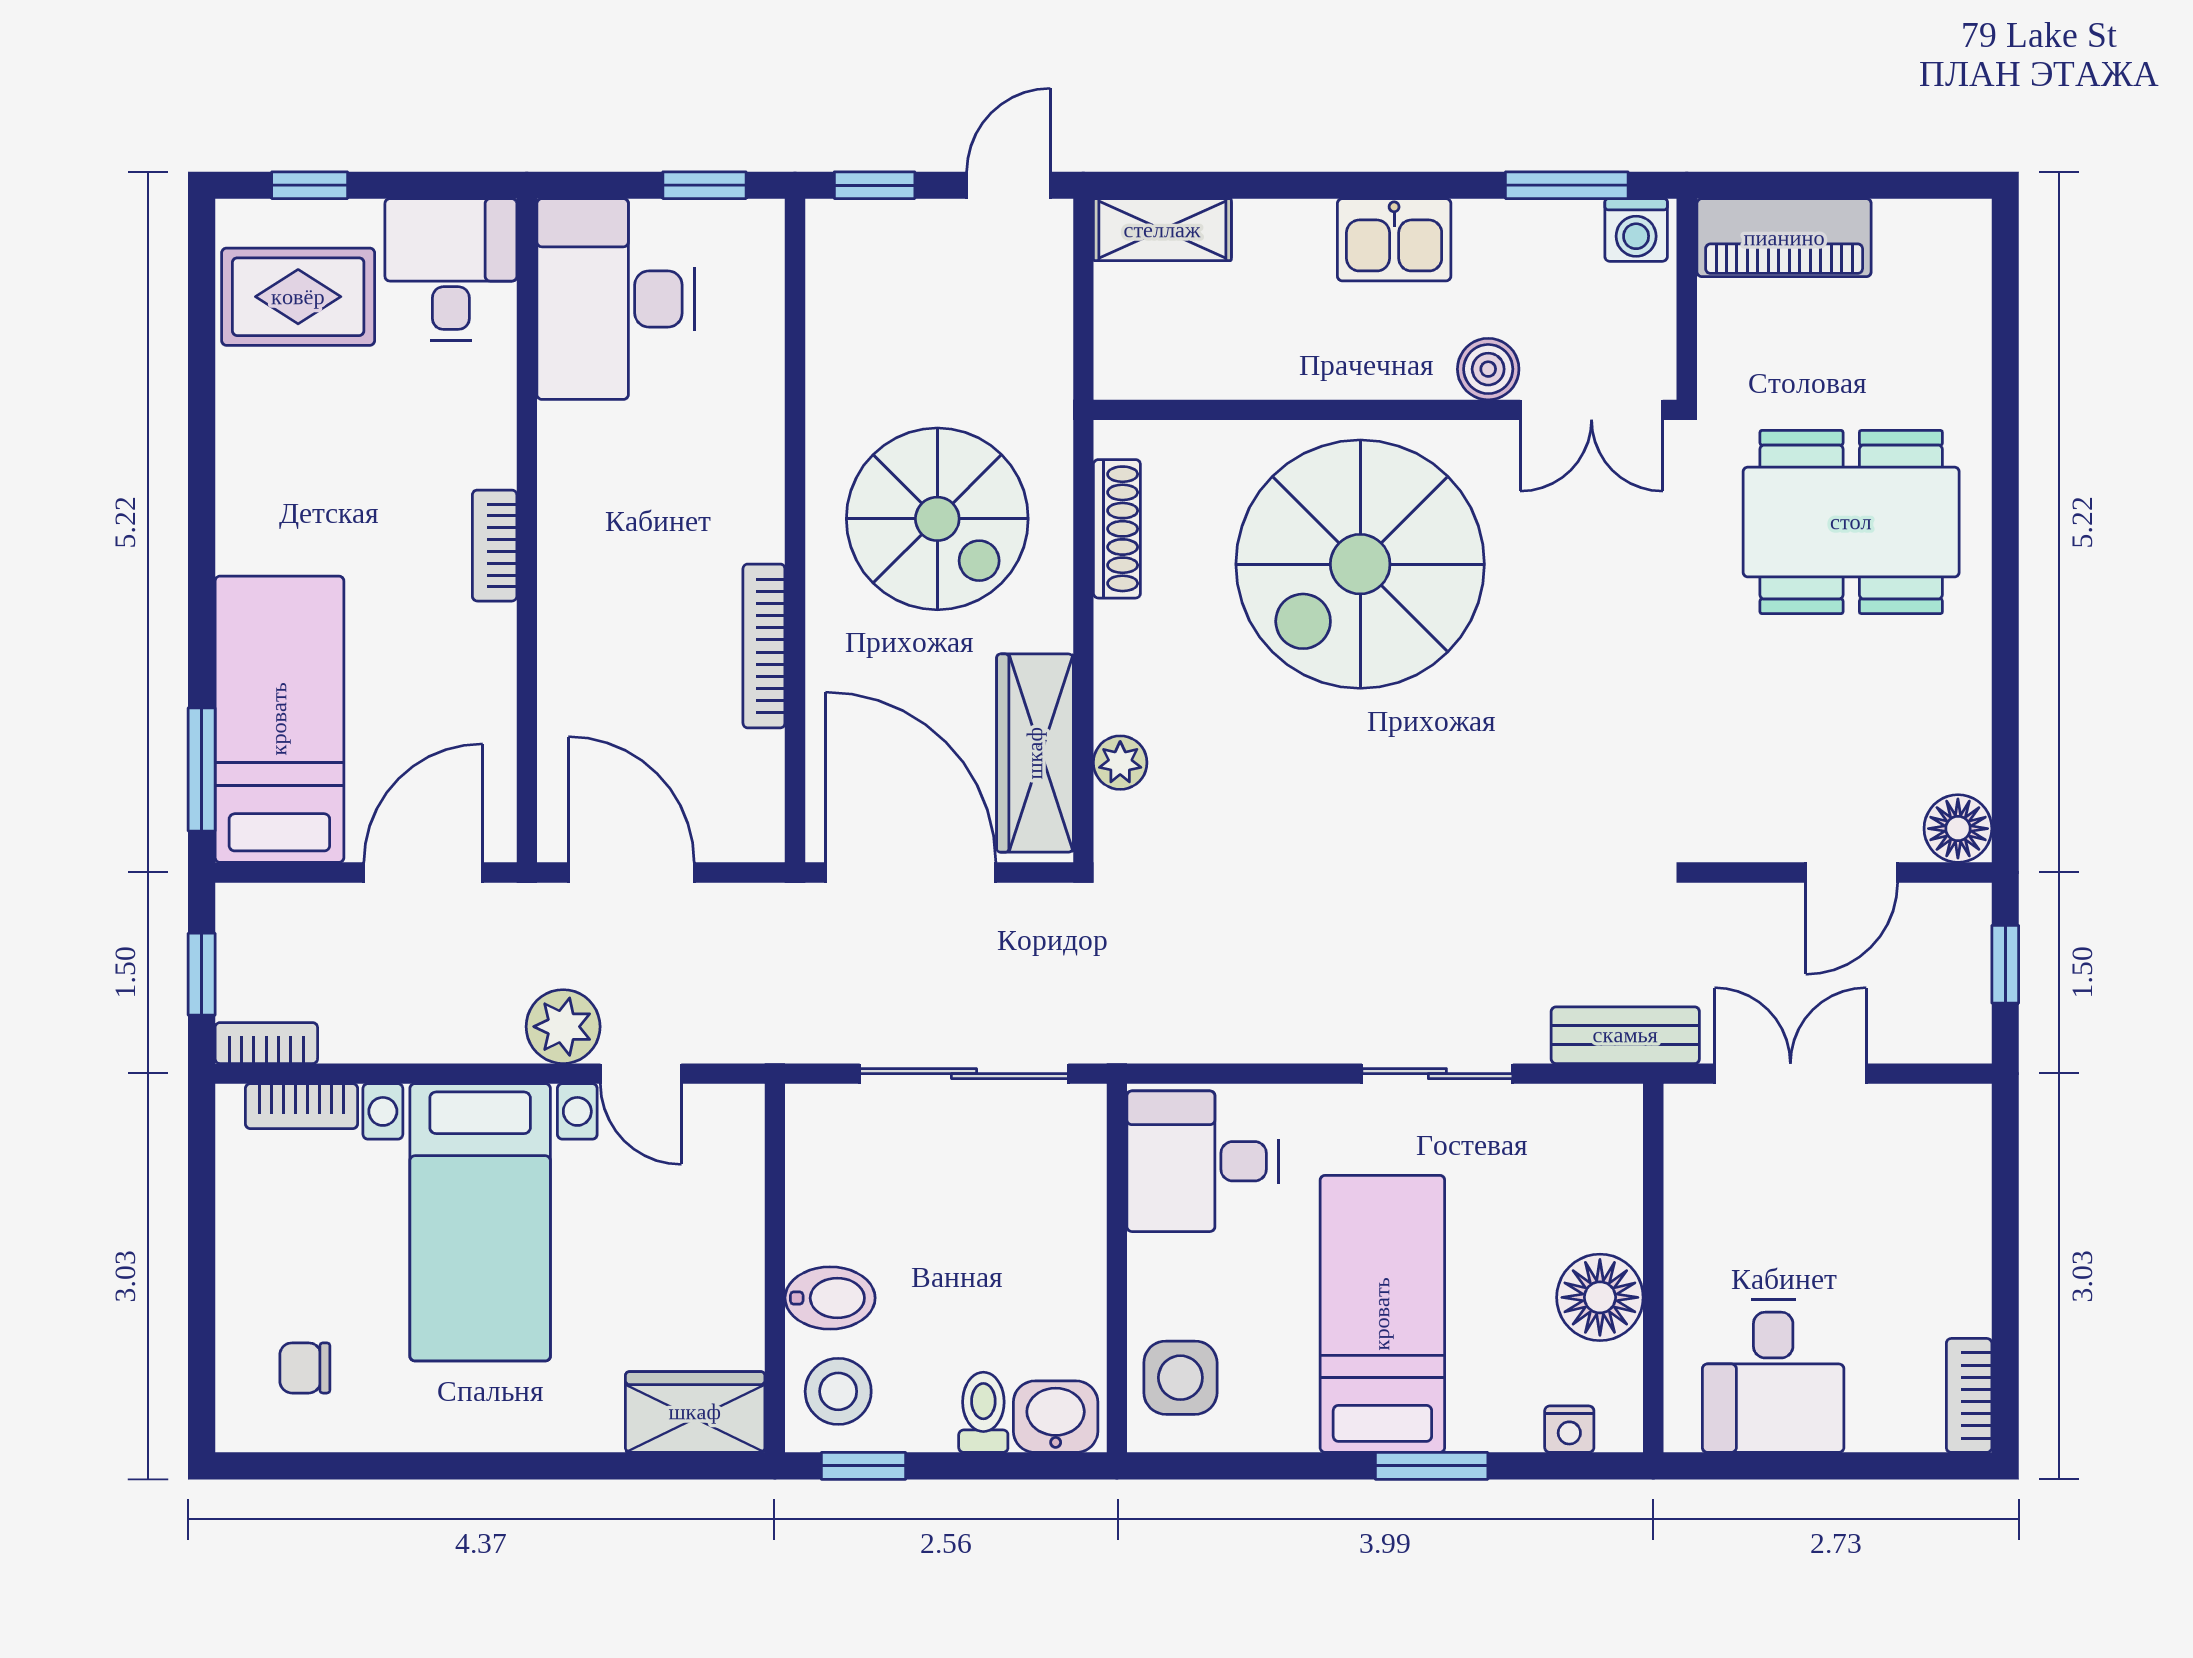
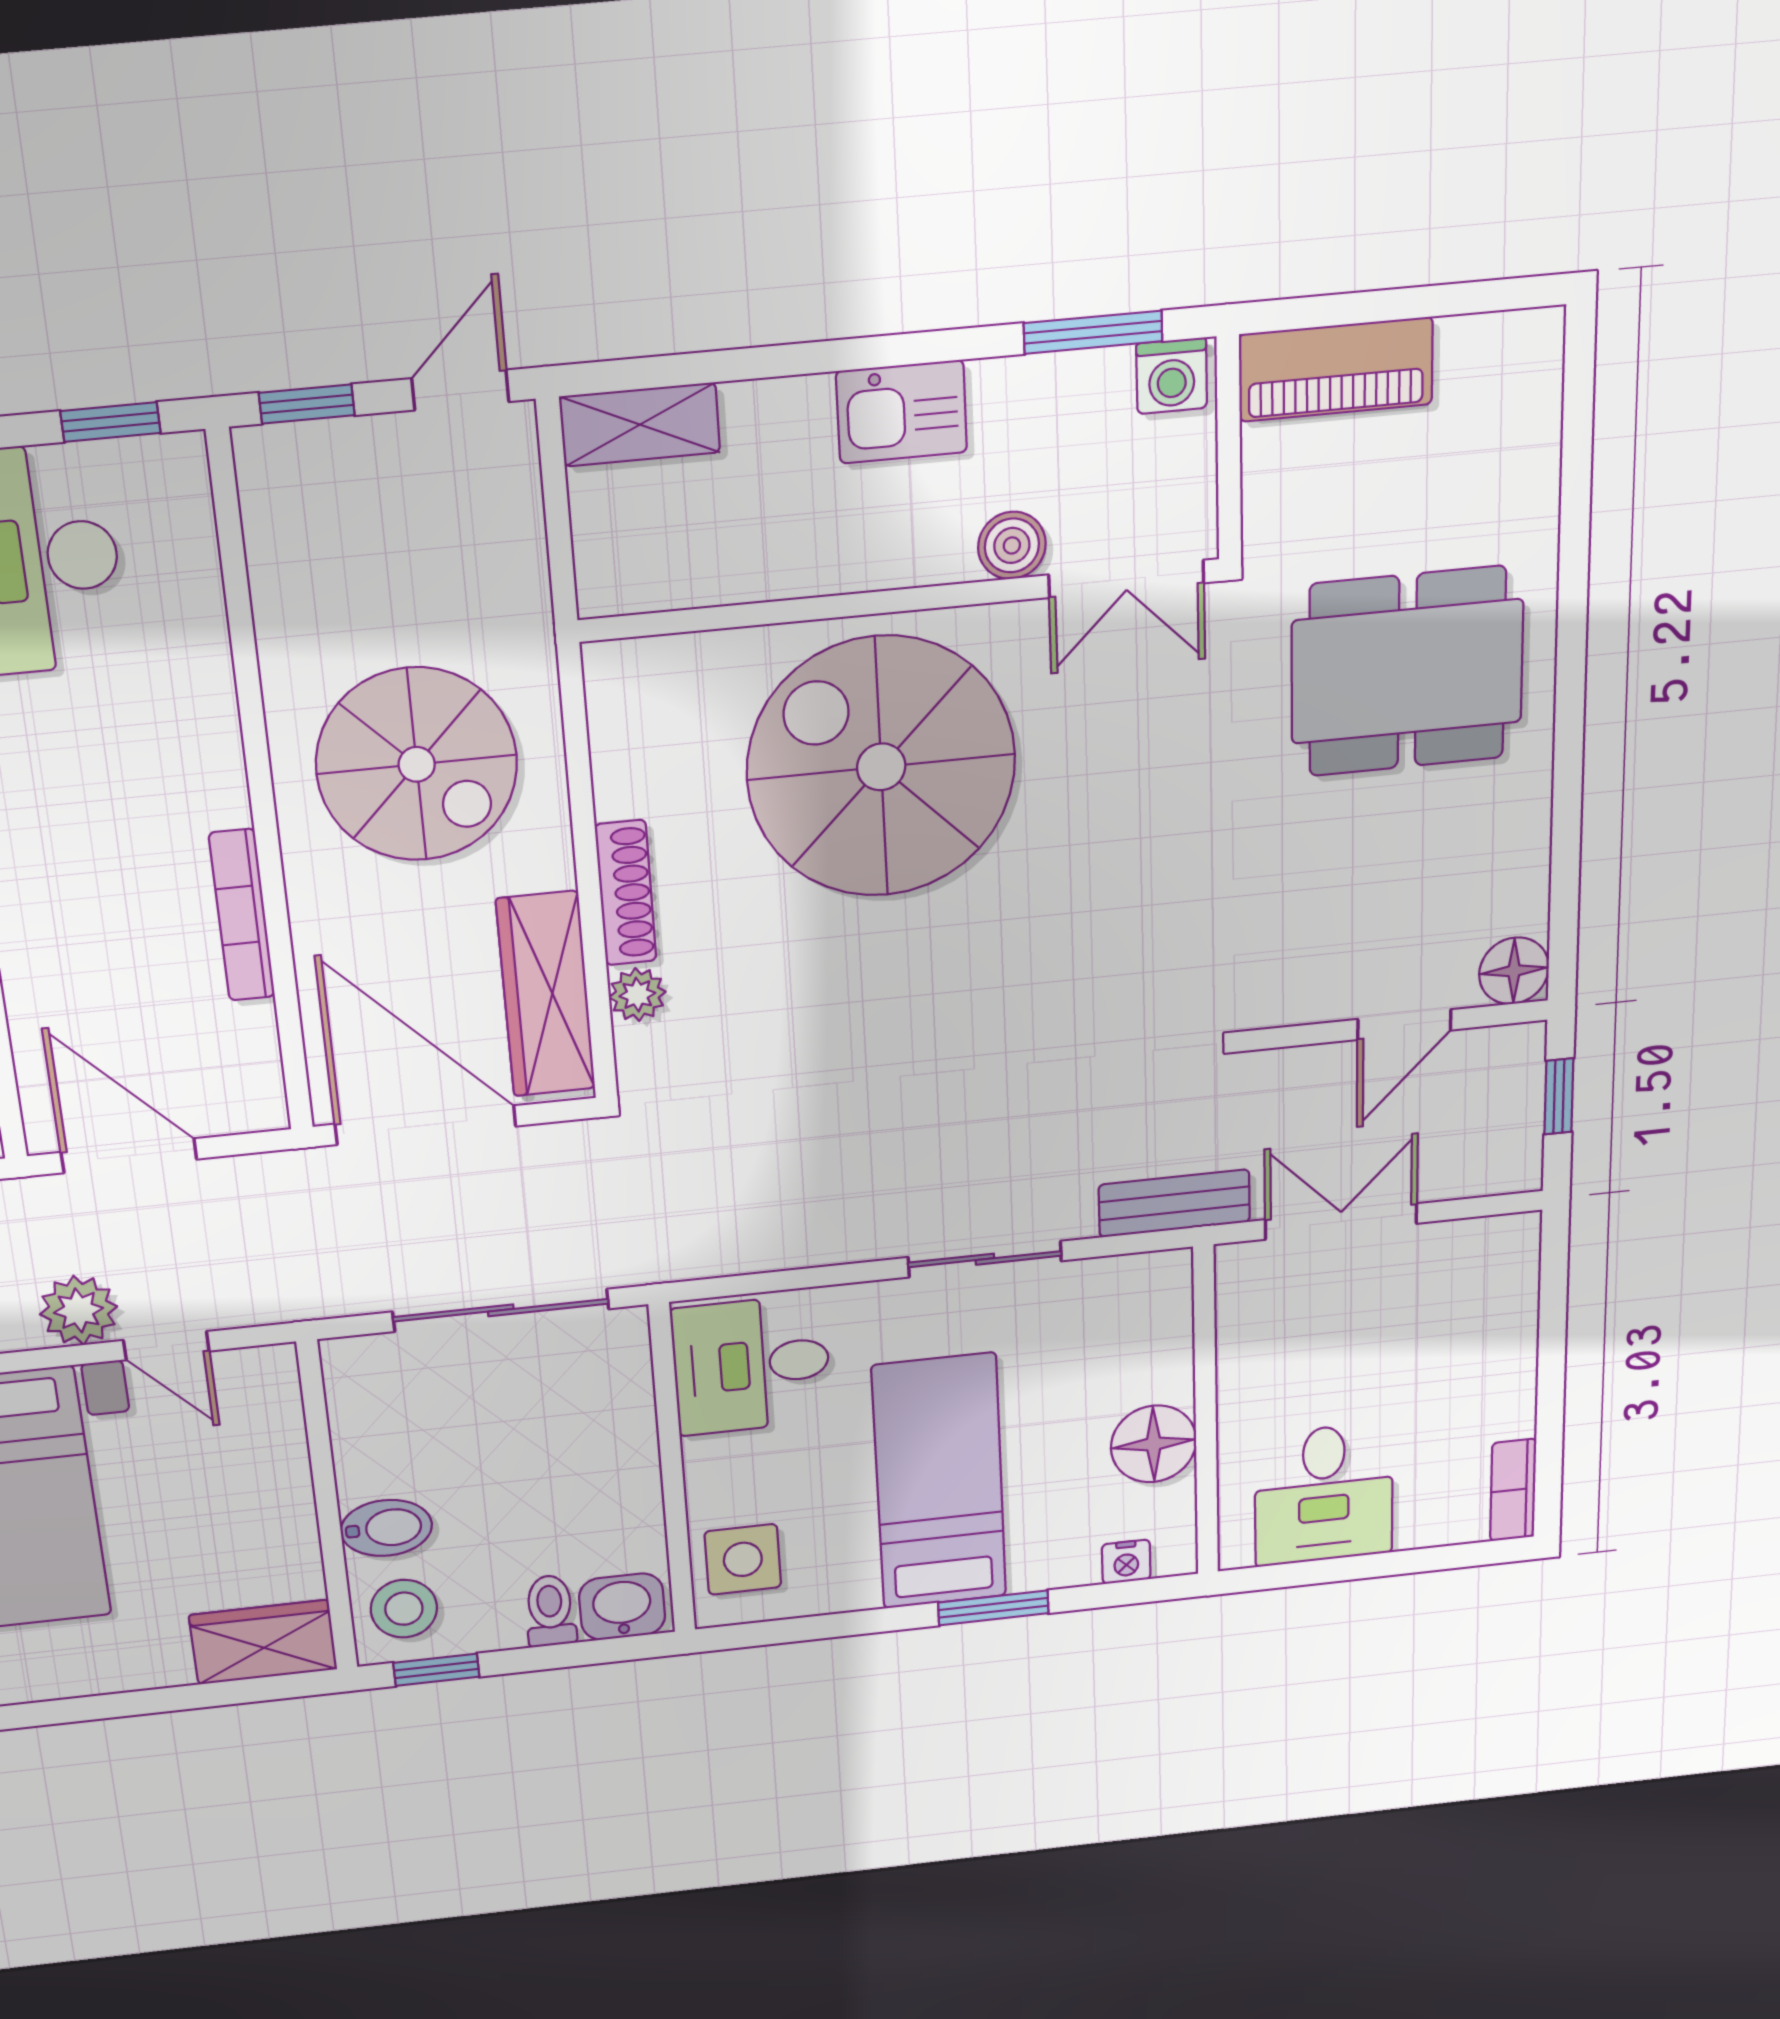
shoe rack: (1117, 529) -> (626, 893), moved
spiral stairs: (1360, 564) -> (881, 767), turned 90

